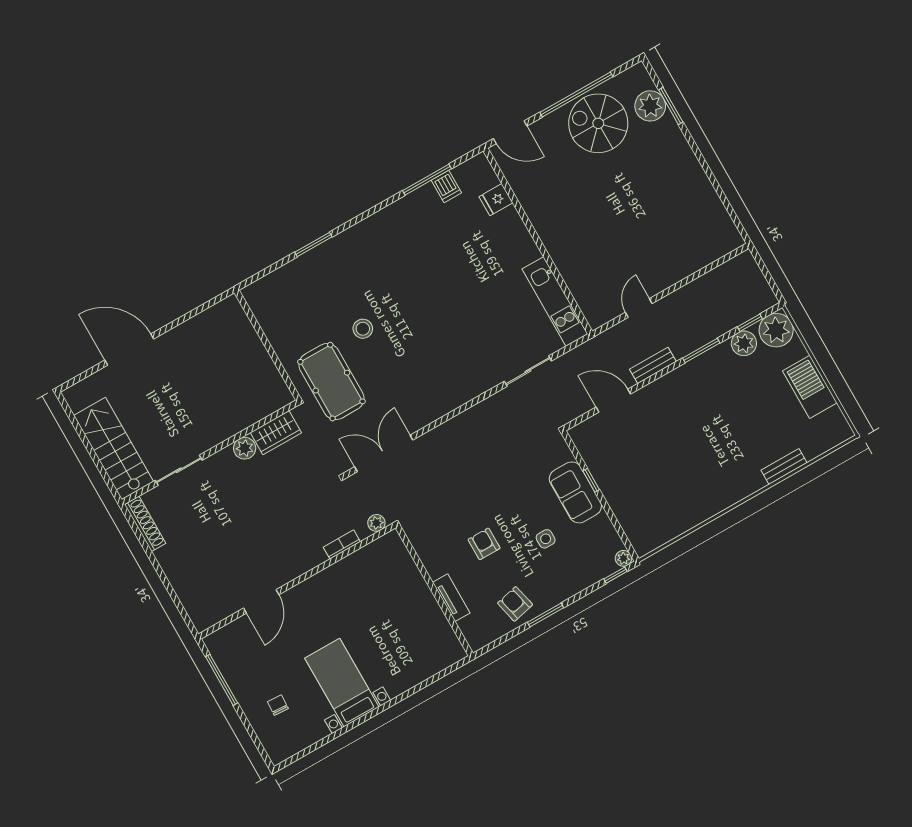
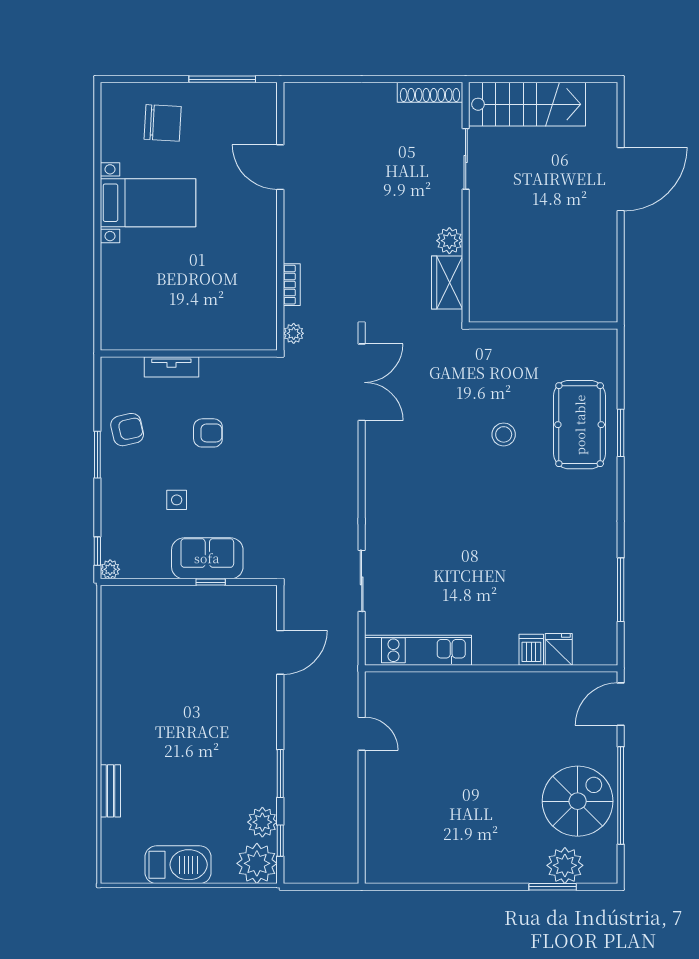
dishwasher: (446, 187) -> (531, 650), moved, turned 90
bench: (653, 365) -> (293, 714), removed
pool table: (331, 382) -> (580, 425), moved, turned 90
chair: (278, 705) -> (163, 123), width x1.87, depth x1.87

